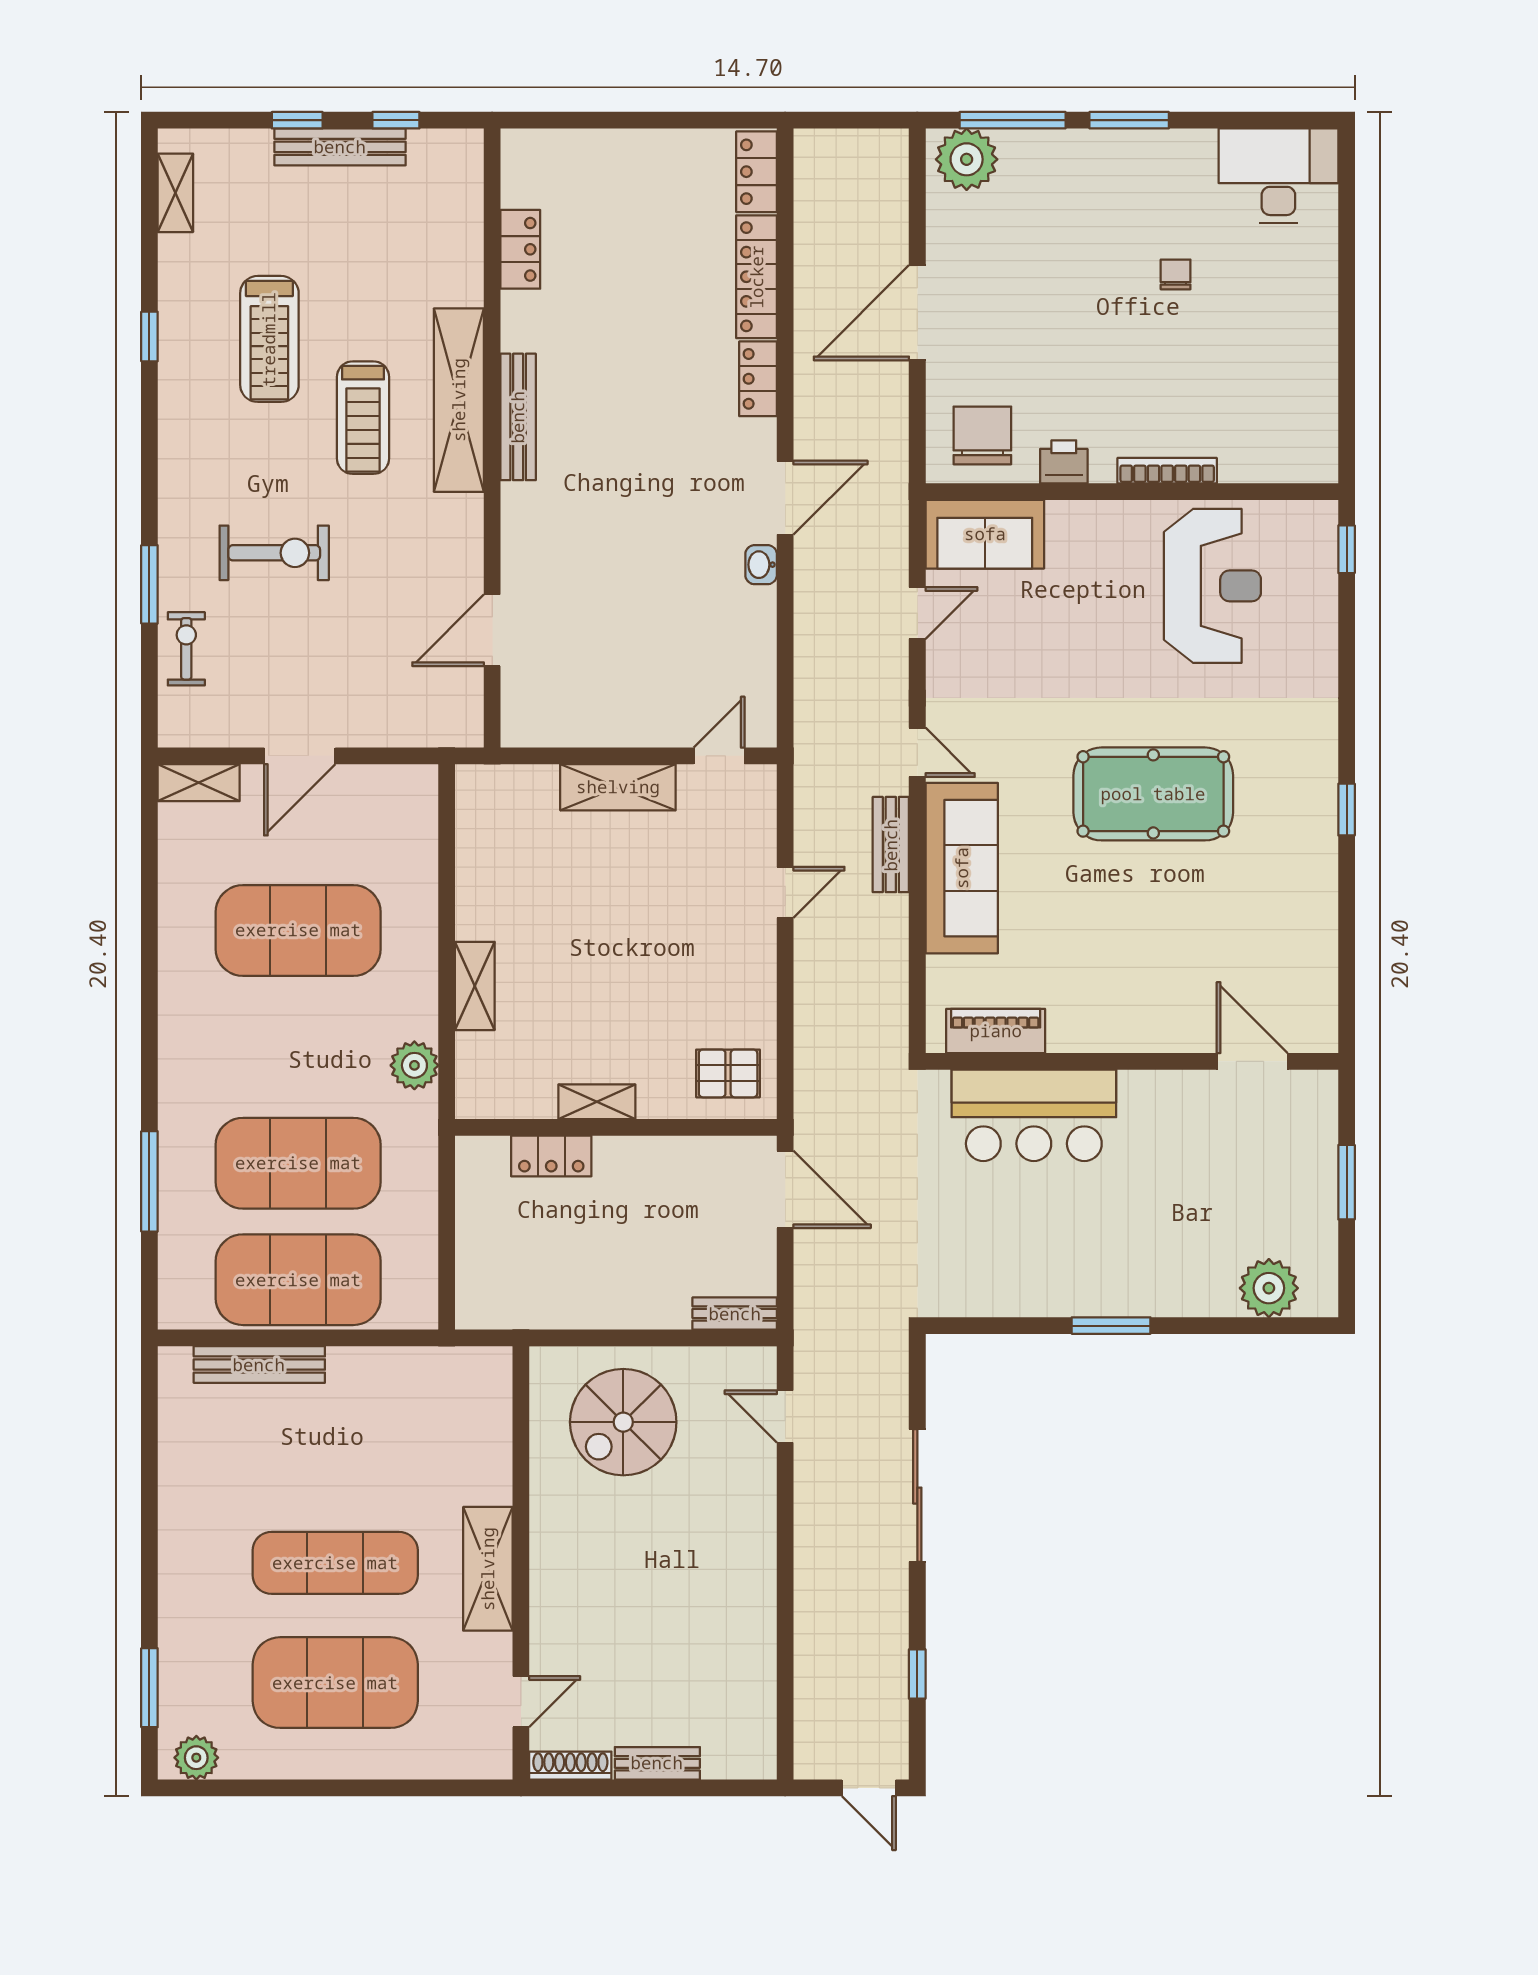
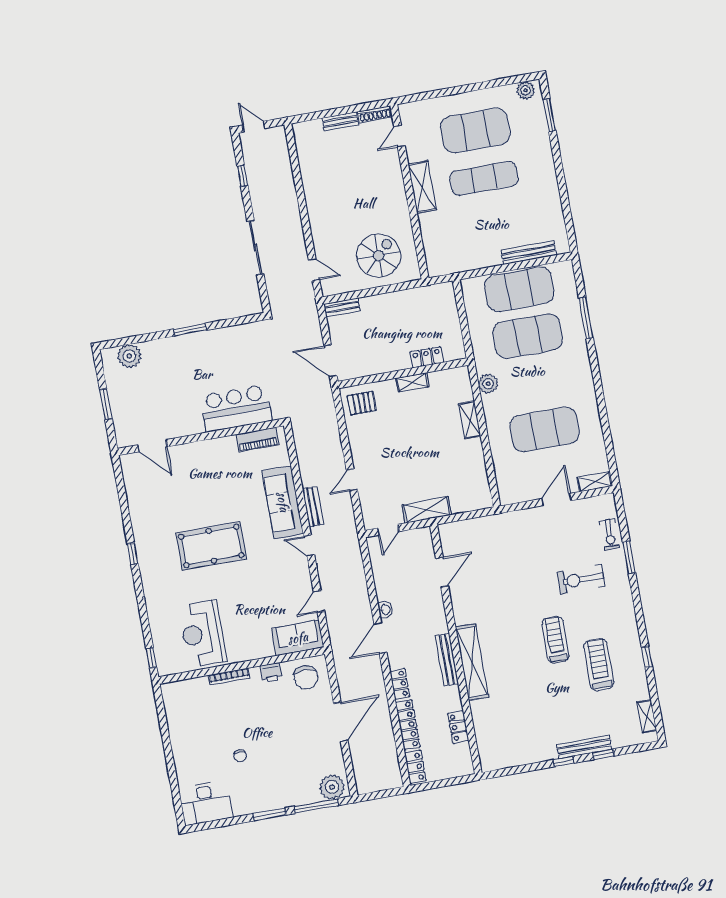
locker: (520, 249) -> (458, 727), moved
shelving: (459, 400) -> (472, 662), moved
bench: (518, 417) -> (447, 660), moved
wall: (492, 438) -> (456, 649), moved
door: (492, 630) -> (442, 572), moved

